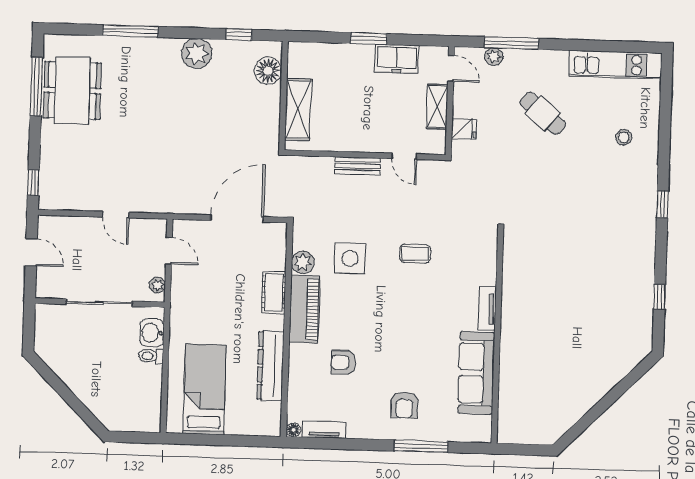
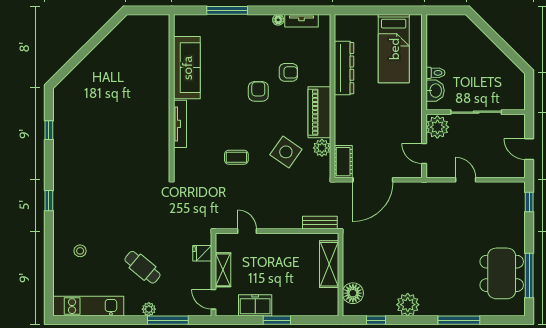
plant: (494, 57) -> (149, 309), moved
bench: (358, 166) -> (320, 223), moved
side table: (350, 258) -> (286, 152), turned 35
plant: (157, 285) -> (437, 127), width x1.88, depth x1.88
cot: (274, 292) -> (343, 162), moved
tv unit: (487, 309) -> (180, 124), width x1.41
armchair: (404, 405) -> (258, 91), moved
floor lamp: (293, 430) -> (278, 20), moved

